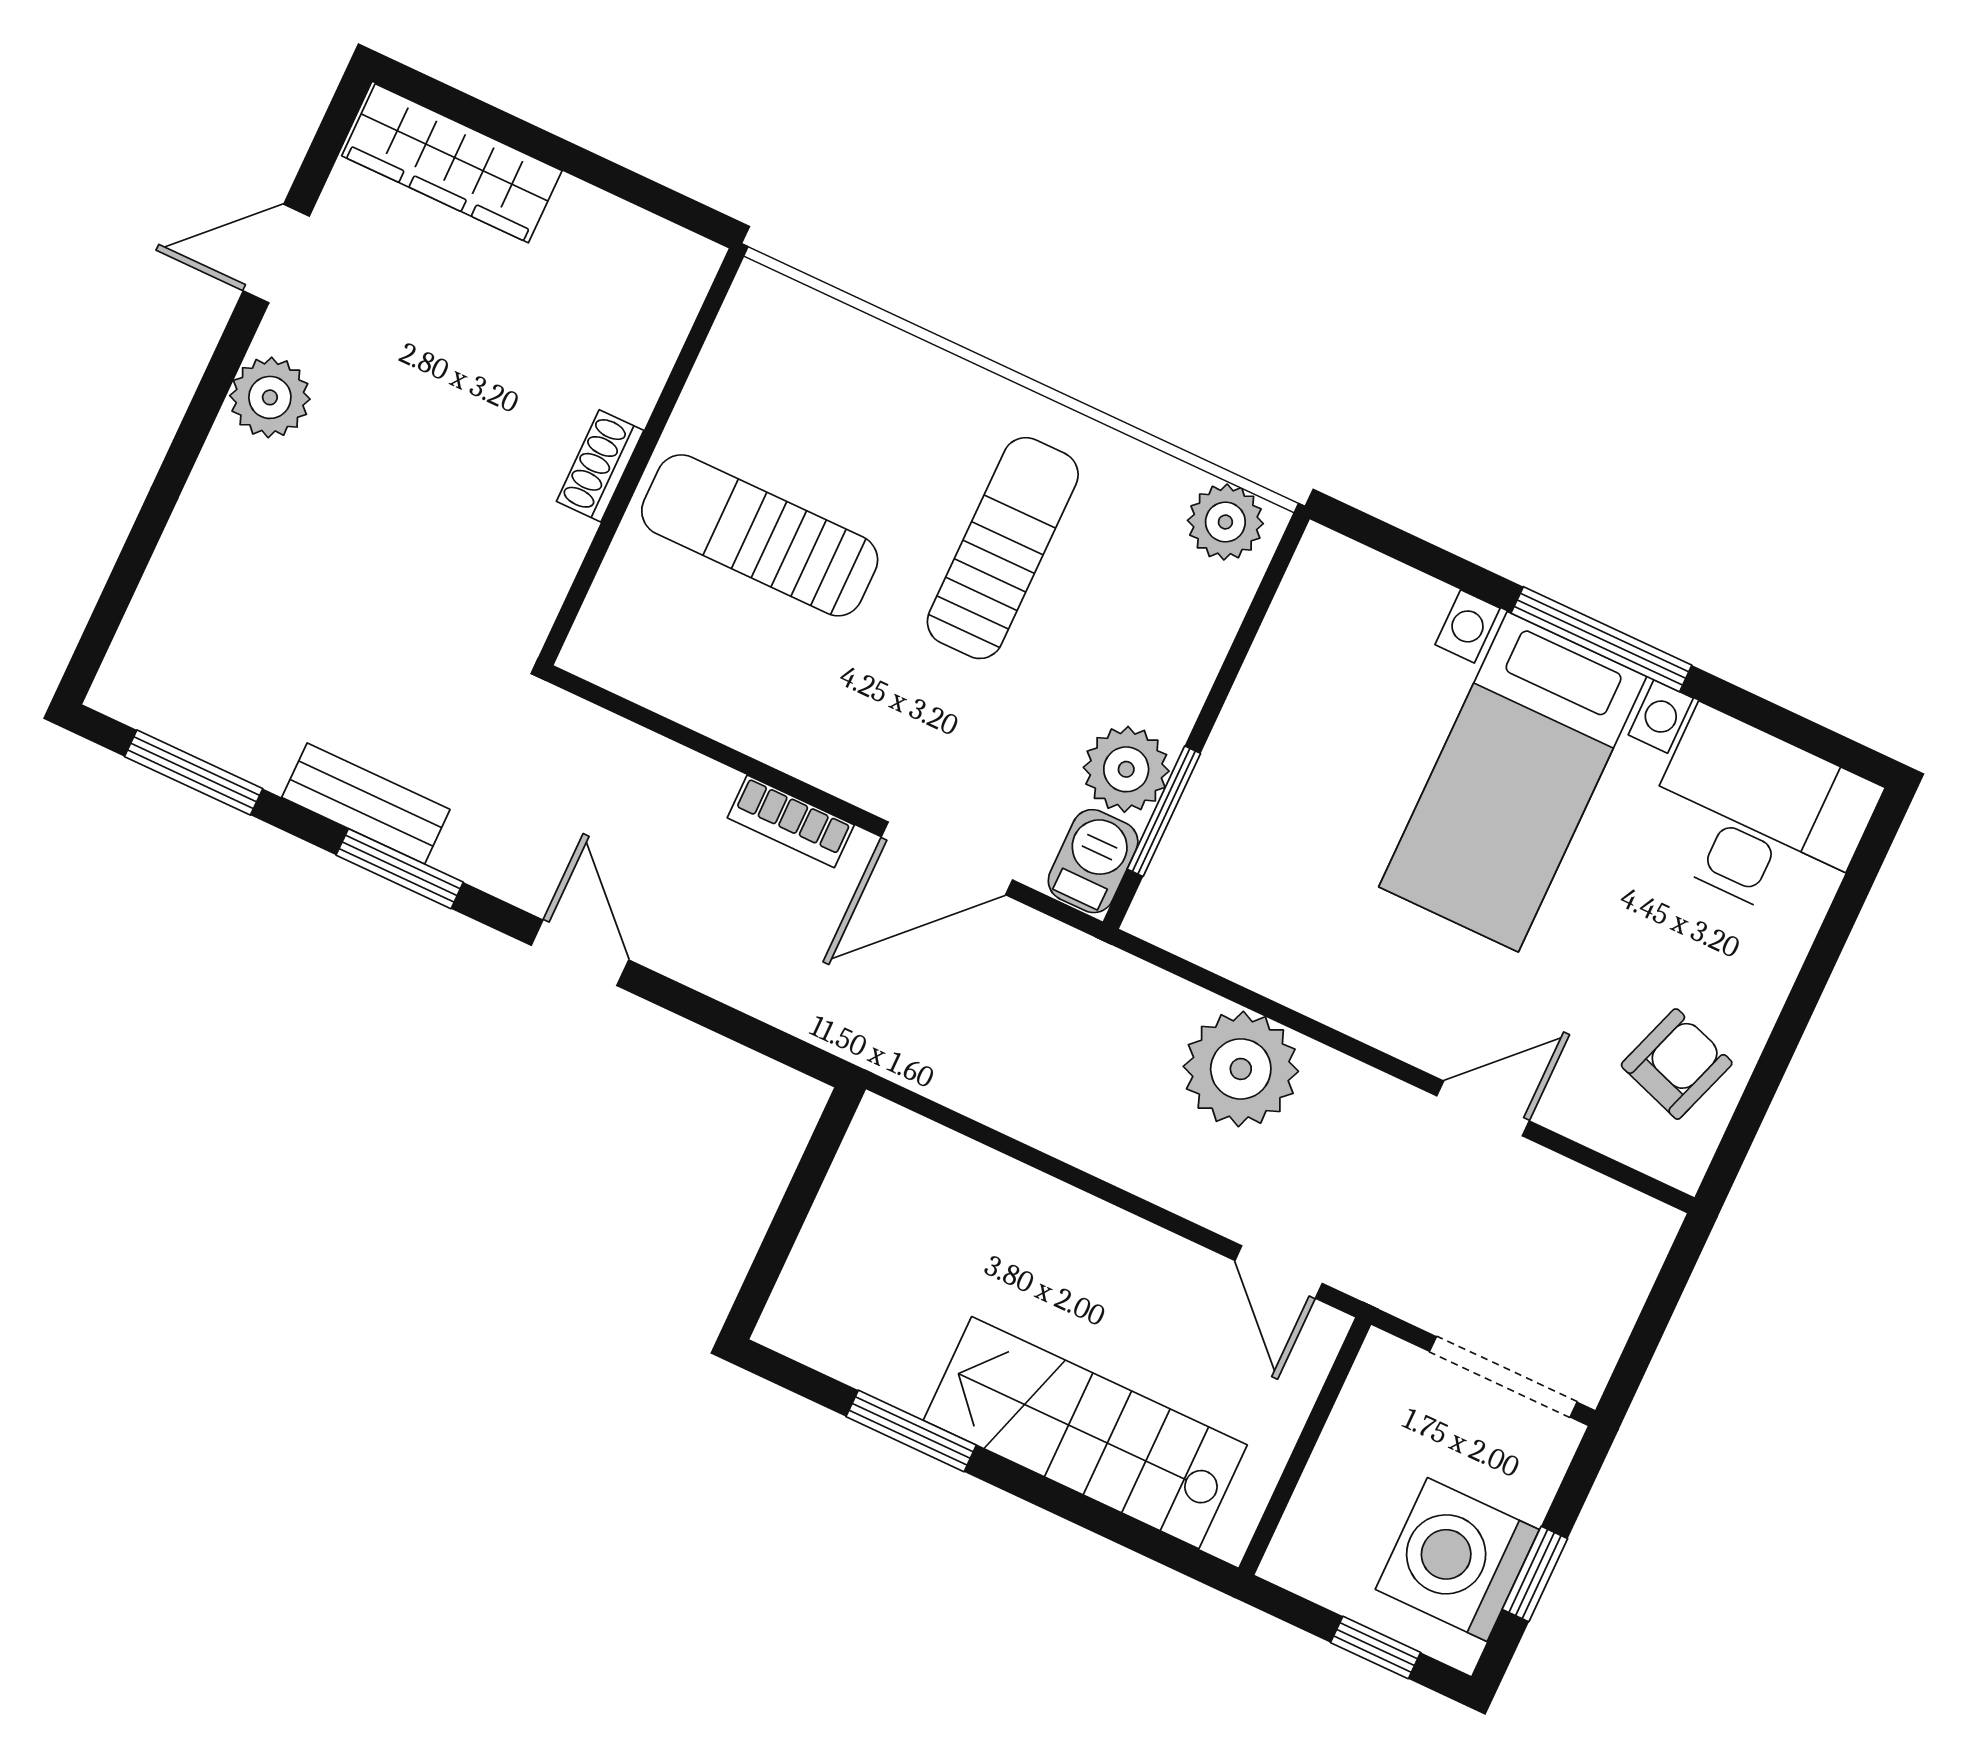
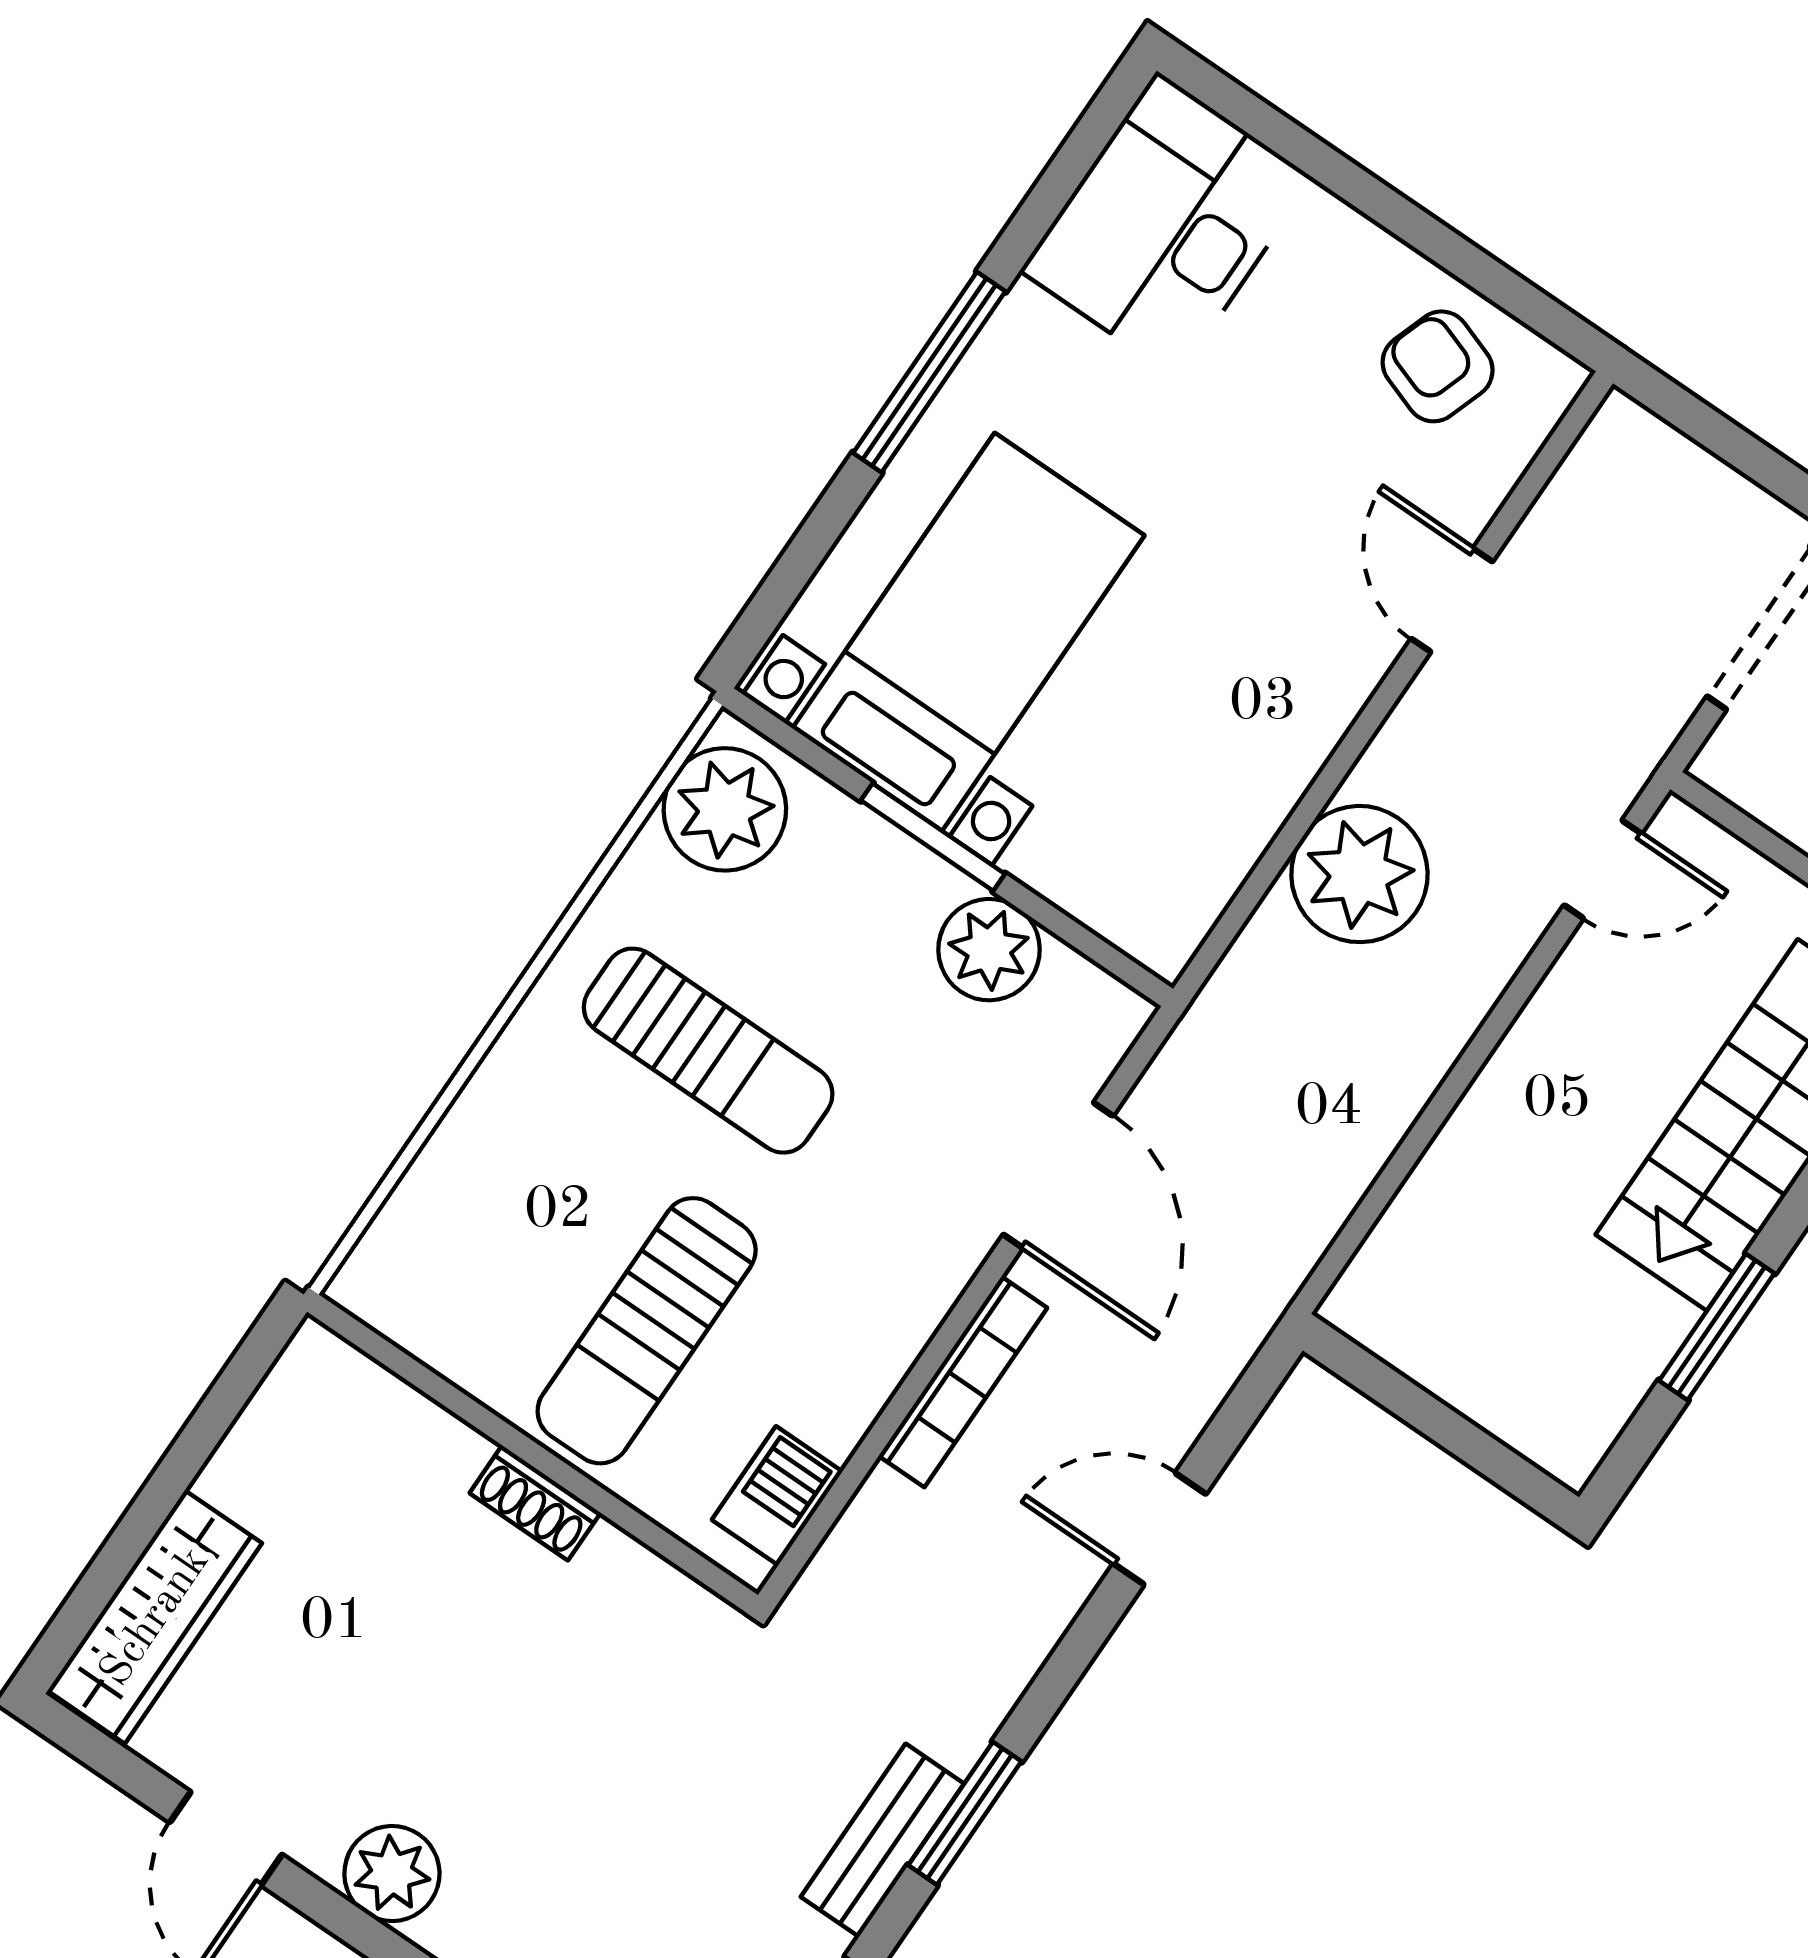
plant: (1225, 522) -> (725, 809), width x1.36, depth x1.36
sun lounger: (1003, 548) -> (708, 1051), turned 180
bed with nightstands: (1513, 782) -> (968, 632), moved, turned -90
window: (1164, 811) -> (933, 837), moved
bookcase: (791, 821) -> (963, 1382), width x1.56
barbecue: (1093, 861) -> (777, 1496), moved, turned 90
door: (580, 953) -> (1160, 1529), moved

